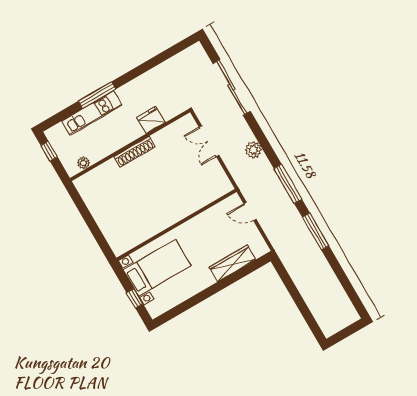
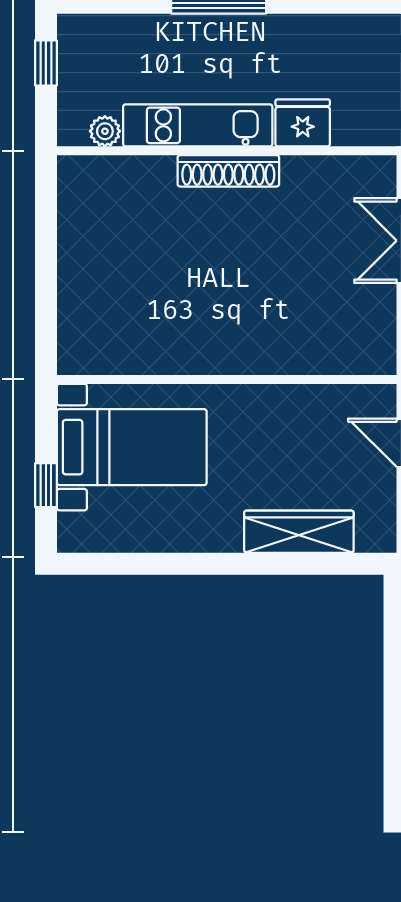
kitchen unit: (92, 113) -> (198, 125), moved, turned 180

